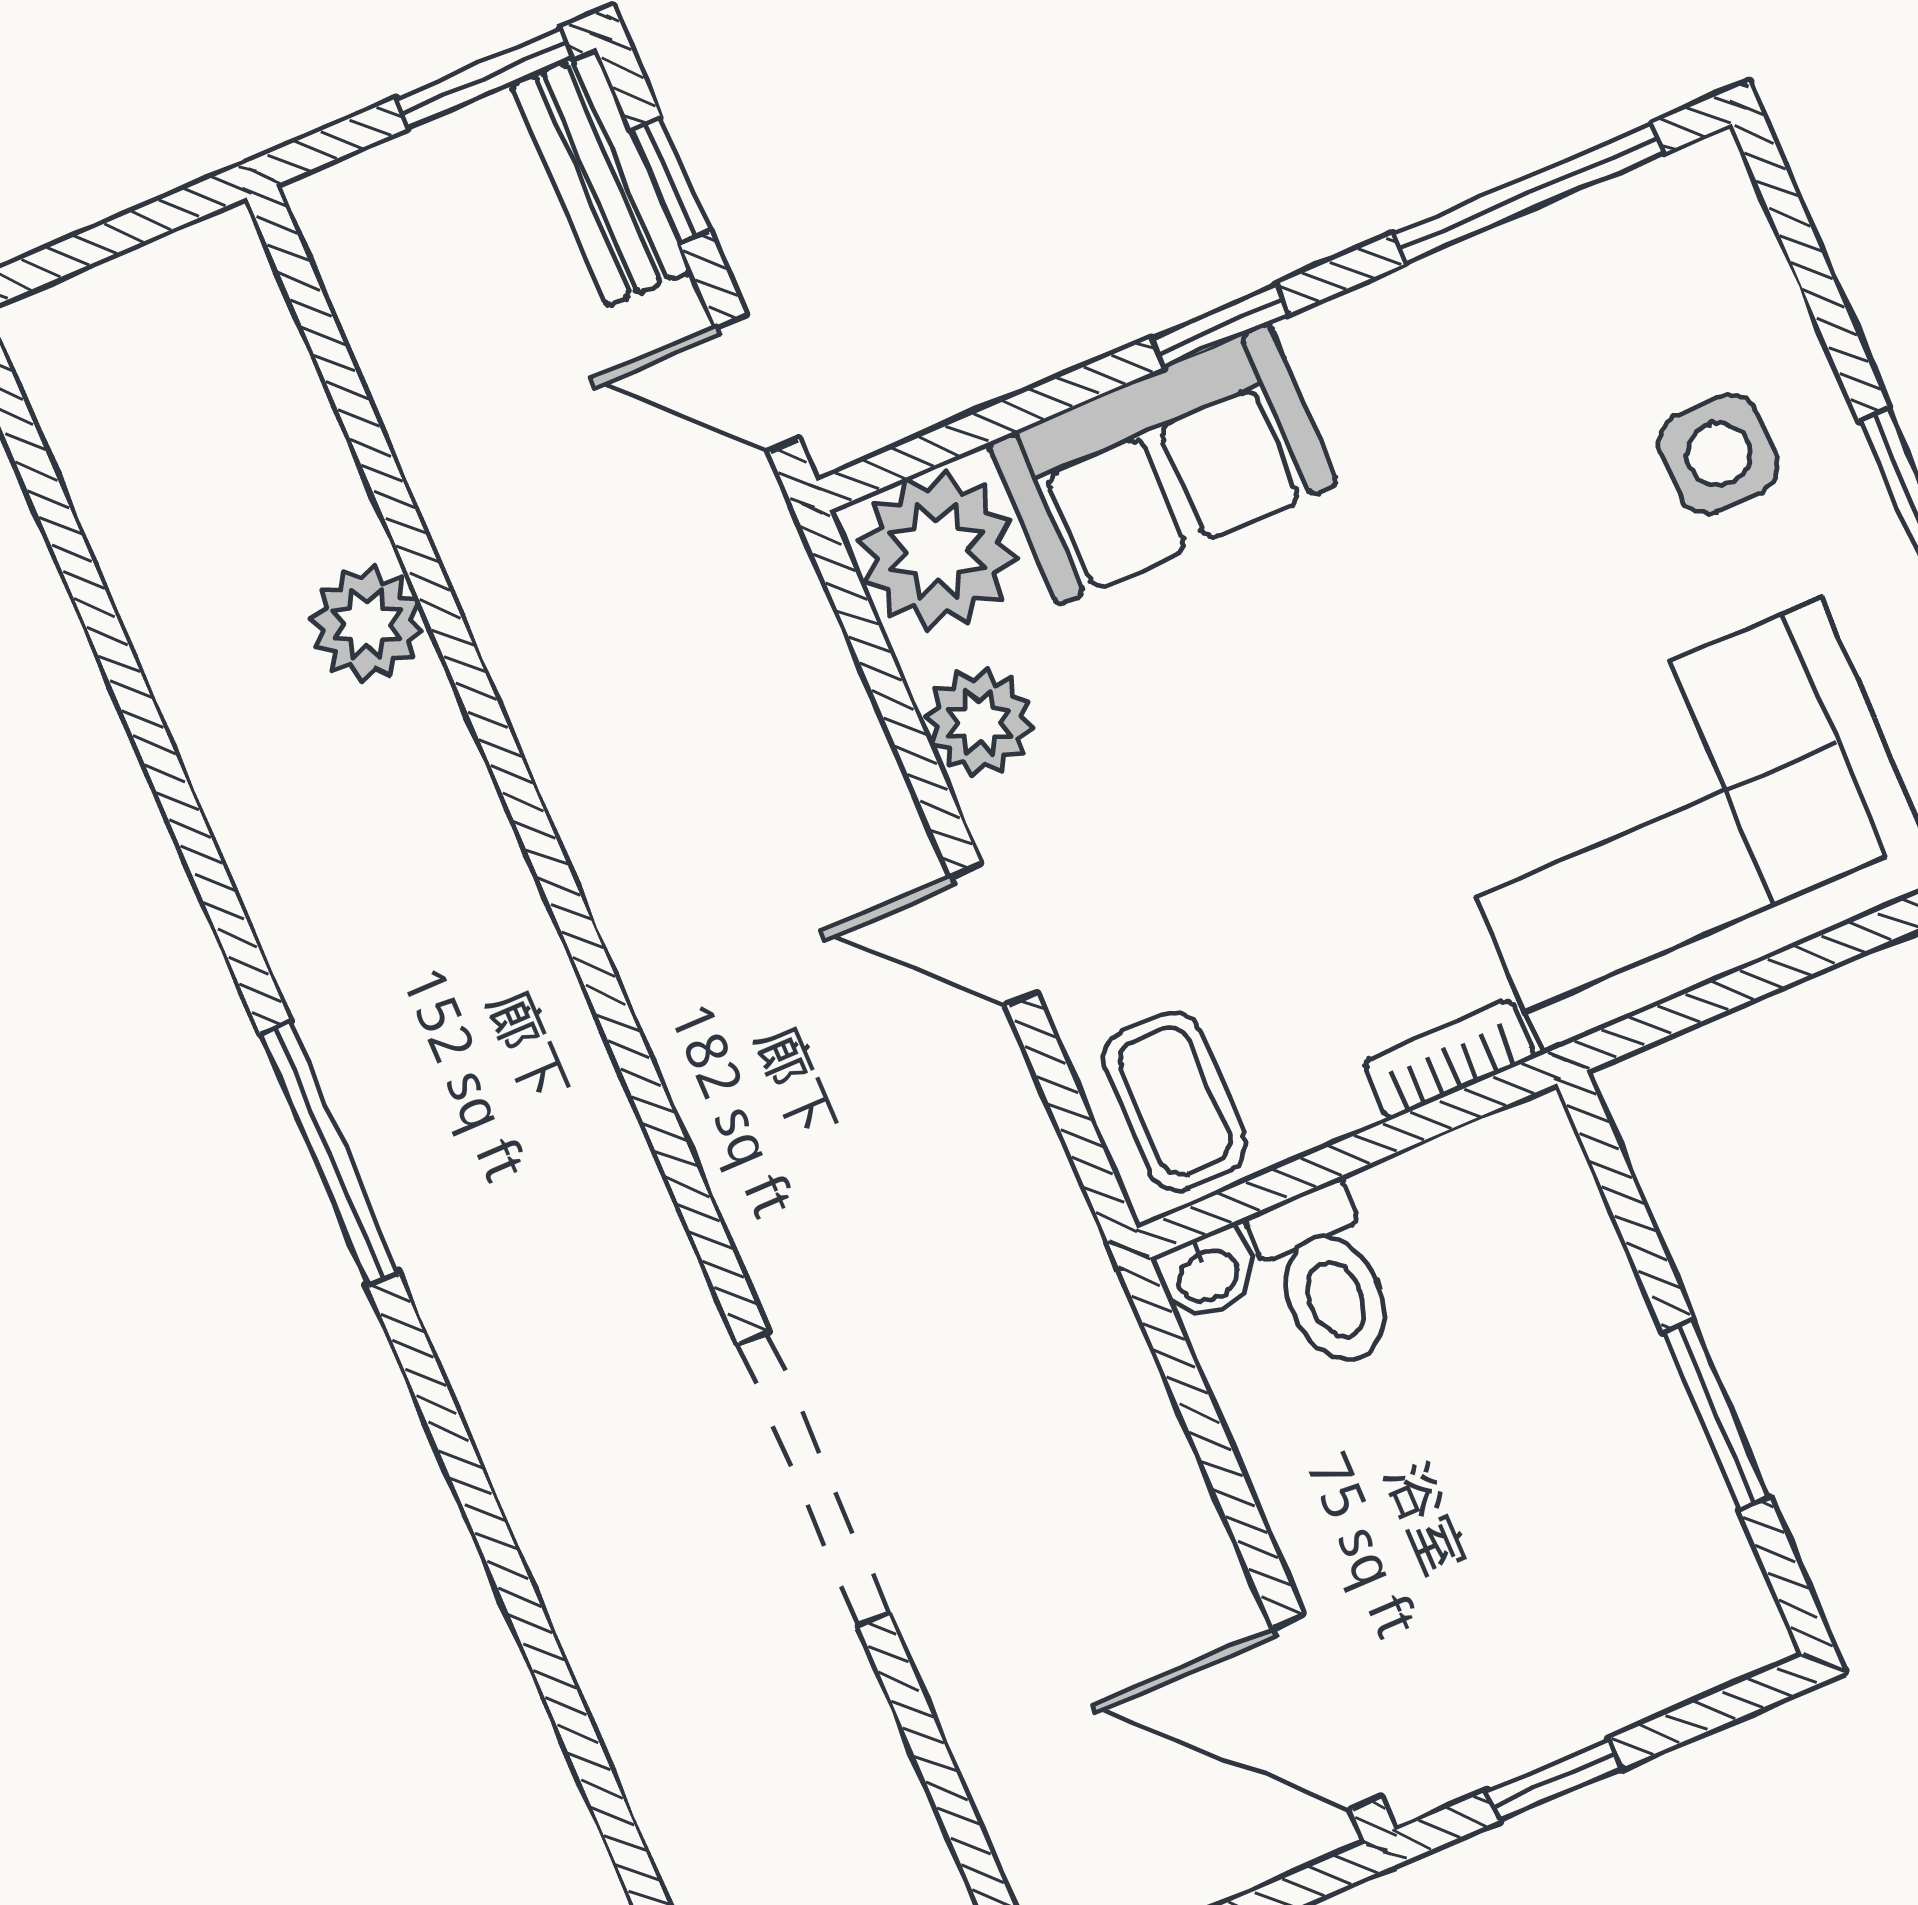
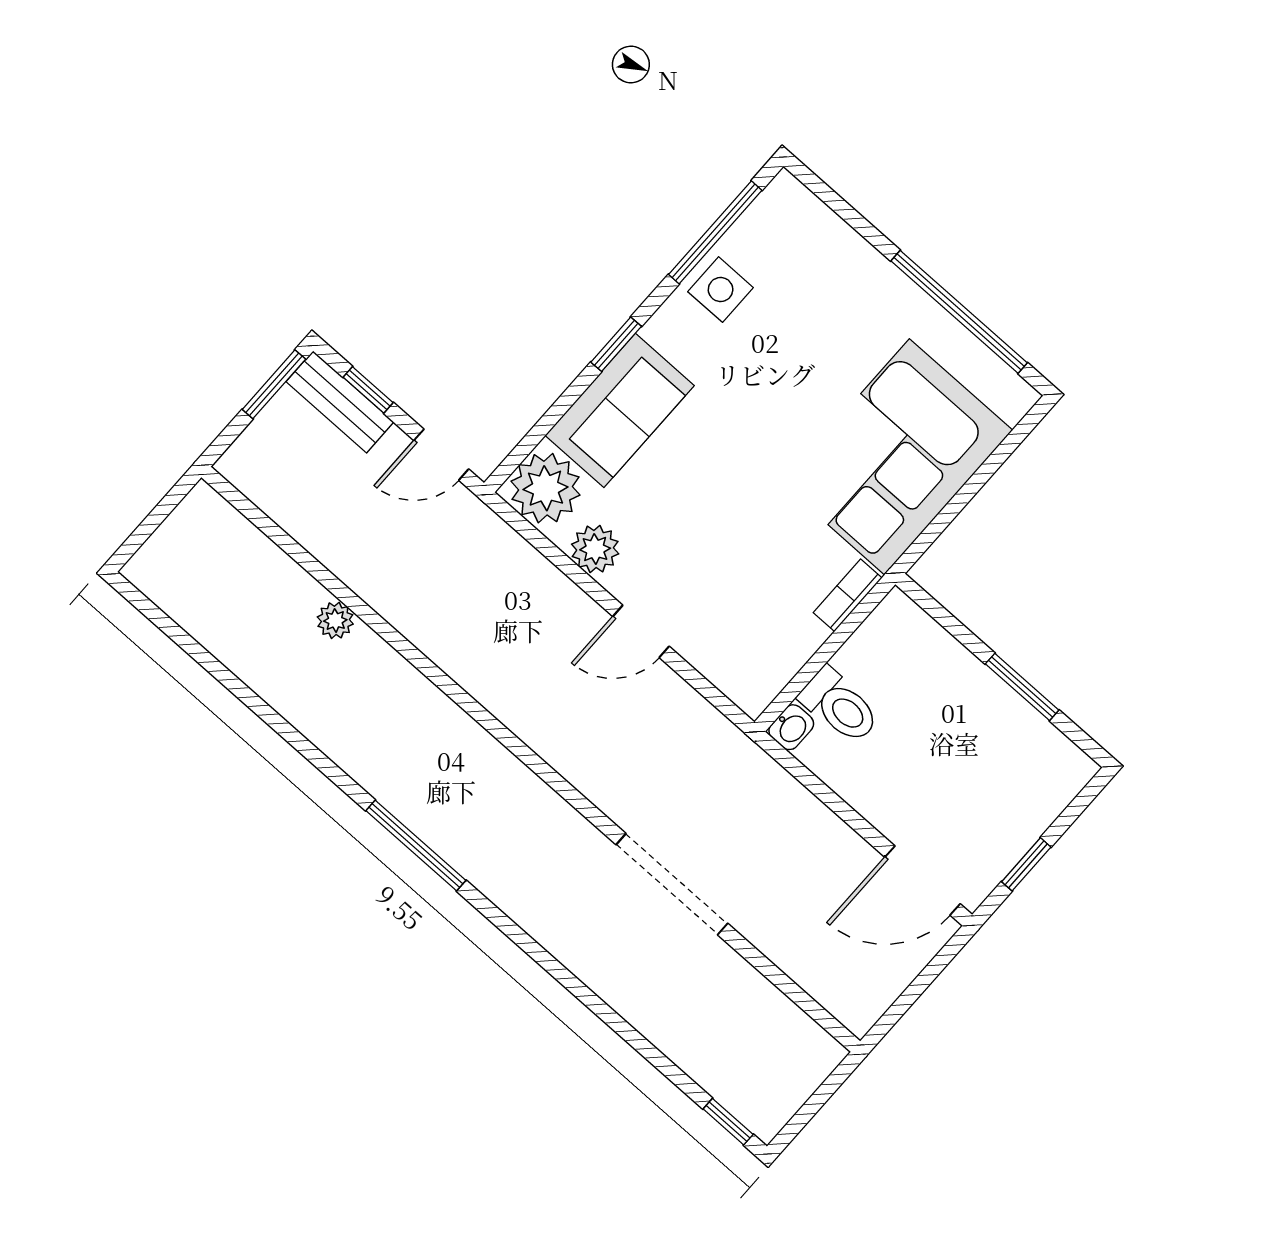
side table: (1718, 455) -> (721, 290), moved
plant: (367, 624) -> (335, 620), width x0.73, depth x0.73
coffee table: (1175, 1101) -> (745, 664), removed

